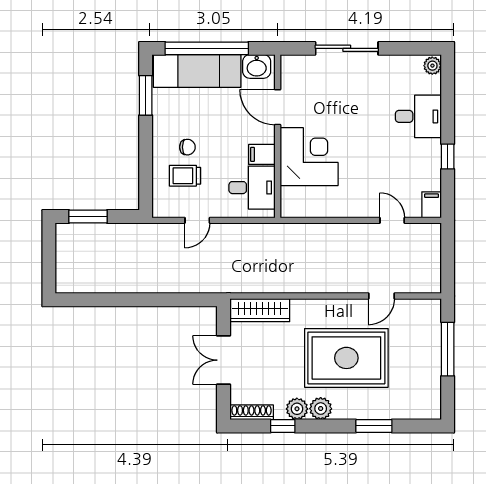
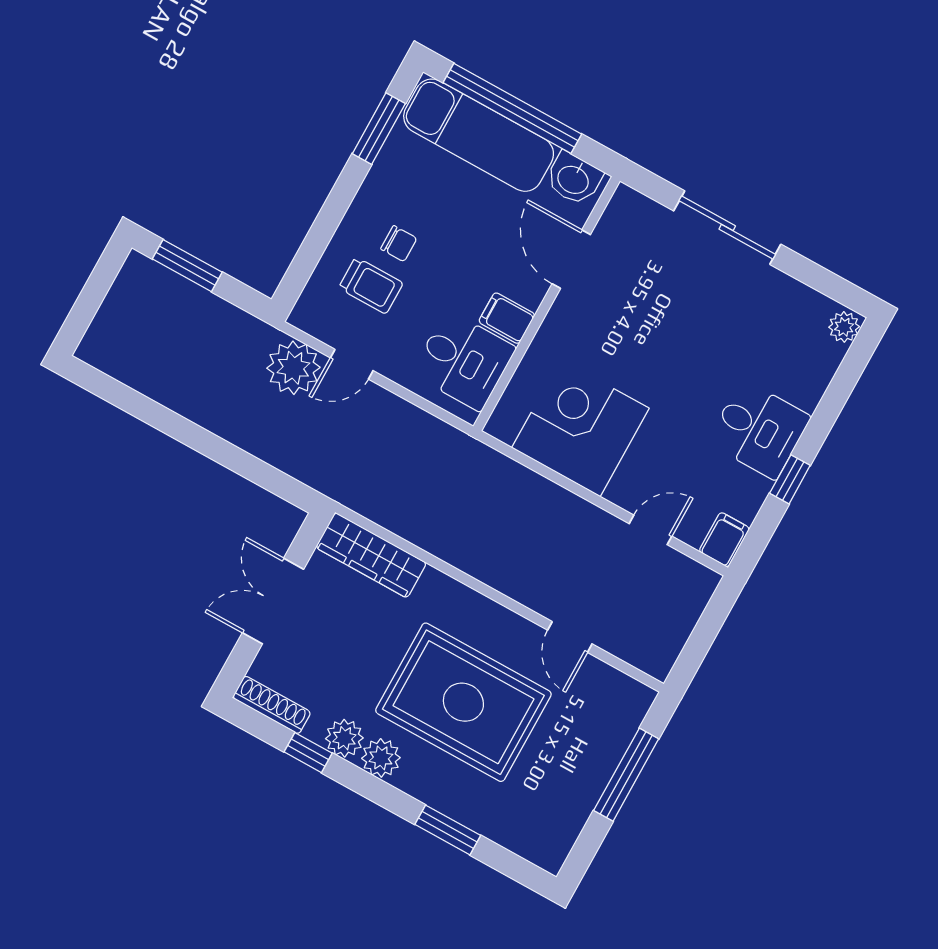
desk: (418, 116) -> (759, 430), moved
corner desk: (309, 157) -> (580, 428), moved, turned -90
trolley: (185, 176) -> (371, 285), turned 180
door: (392, 220) -> (650, 530), hinge flipped
plant: (169, 238) -> (293, 368), added
door: (381, 296) -> (570, 637), hinge flipped

